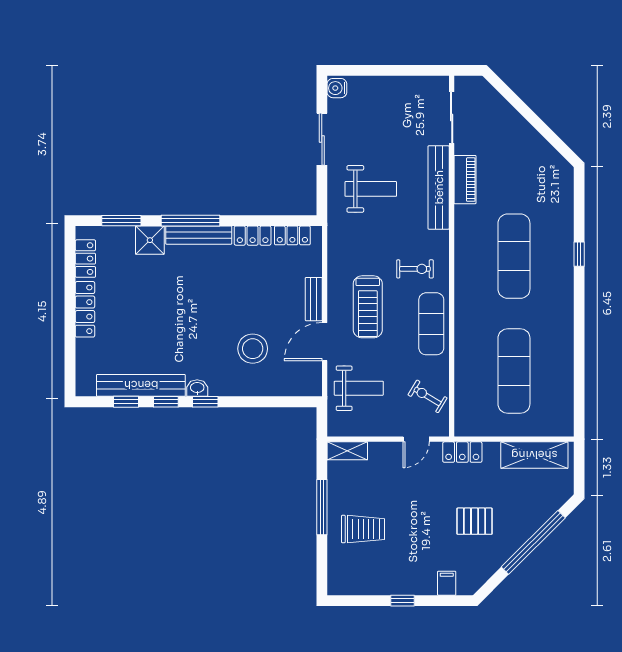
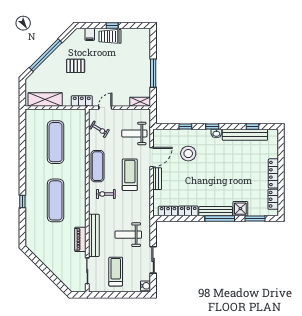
treadmill: (395, 116) -> (116, 272), added
window: (166, 402) -> (185, 127), moved
trolley: (363, 529) -> (110, 36), moved

